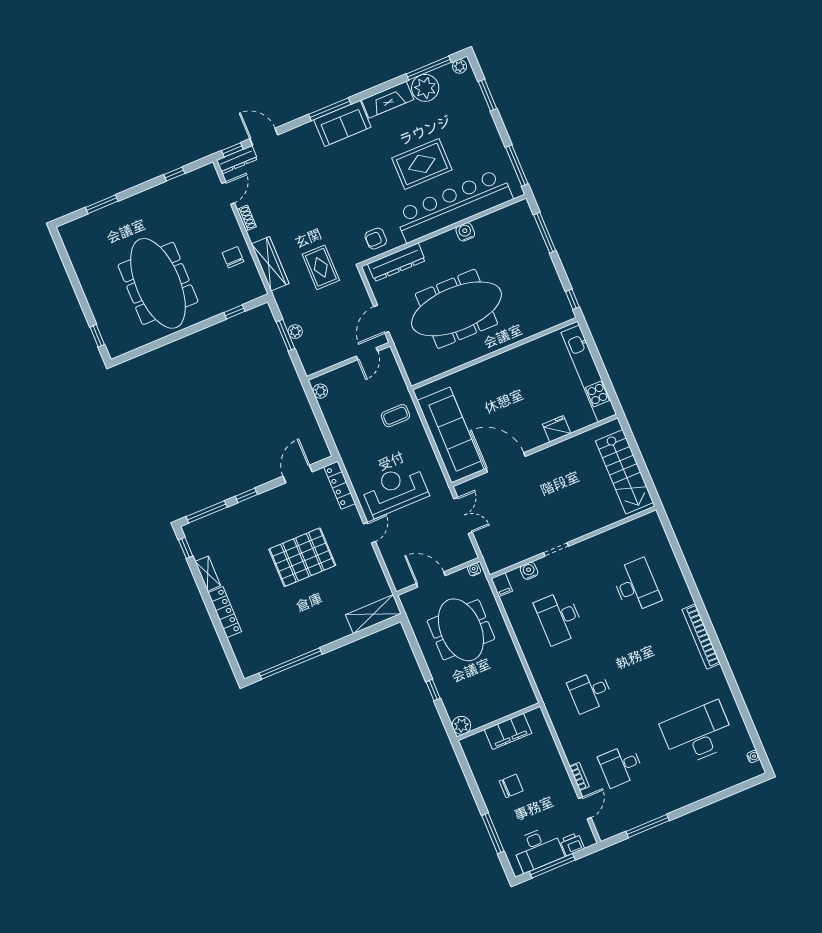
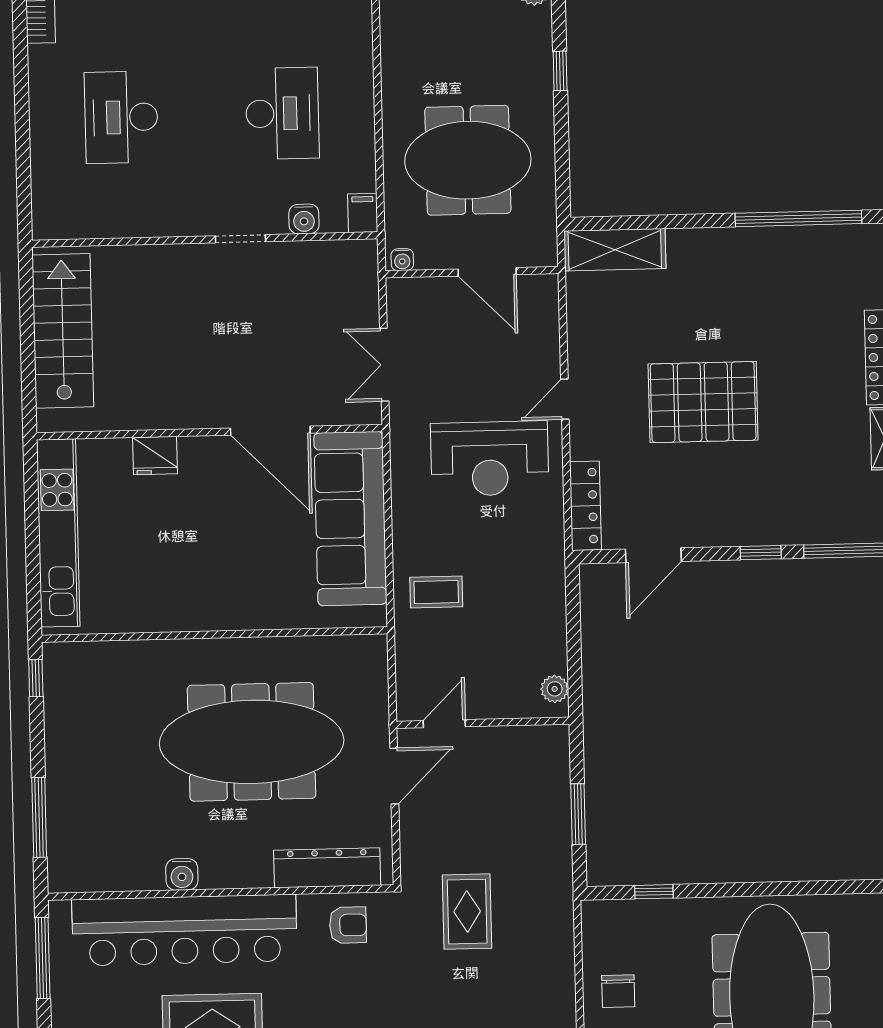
wardrobe: (270, 264) -> (556, 953), removed
plant: (295, 332) -> (558, 814), removed
meeting table: (461, 630) -> (468, 160), turned 90

